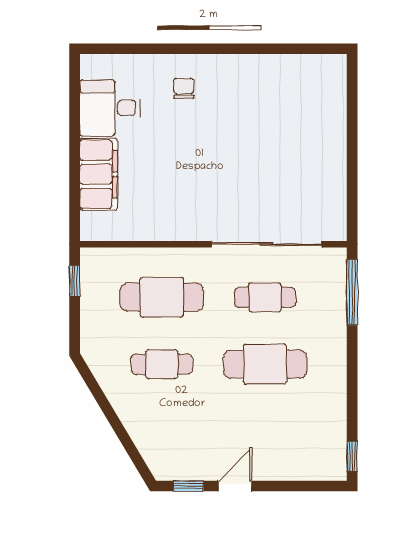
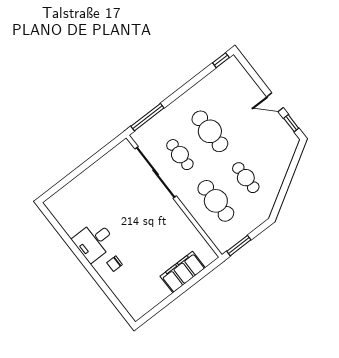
desk: (110, 108) -> (94, 241), moved, turned 90
window: (75, 281) -> (239, 246), width x1.50

